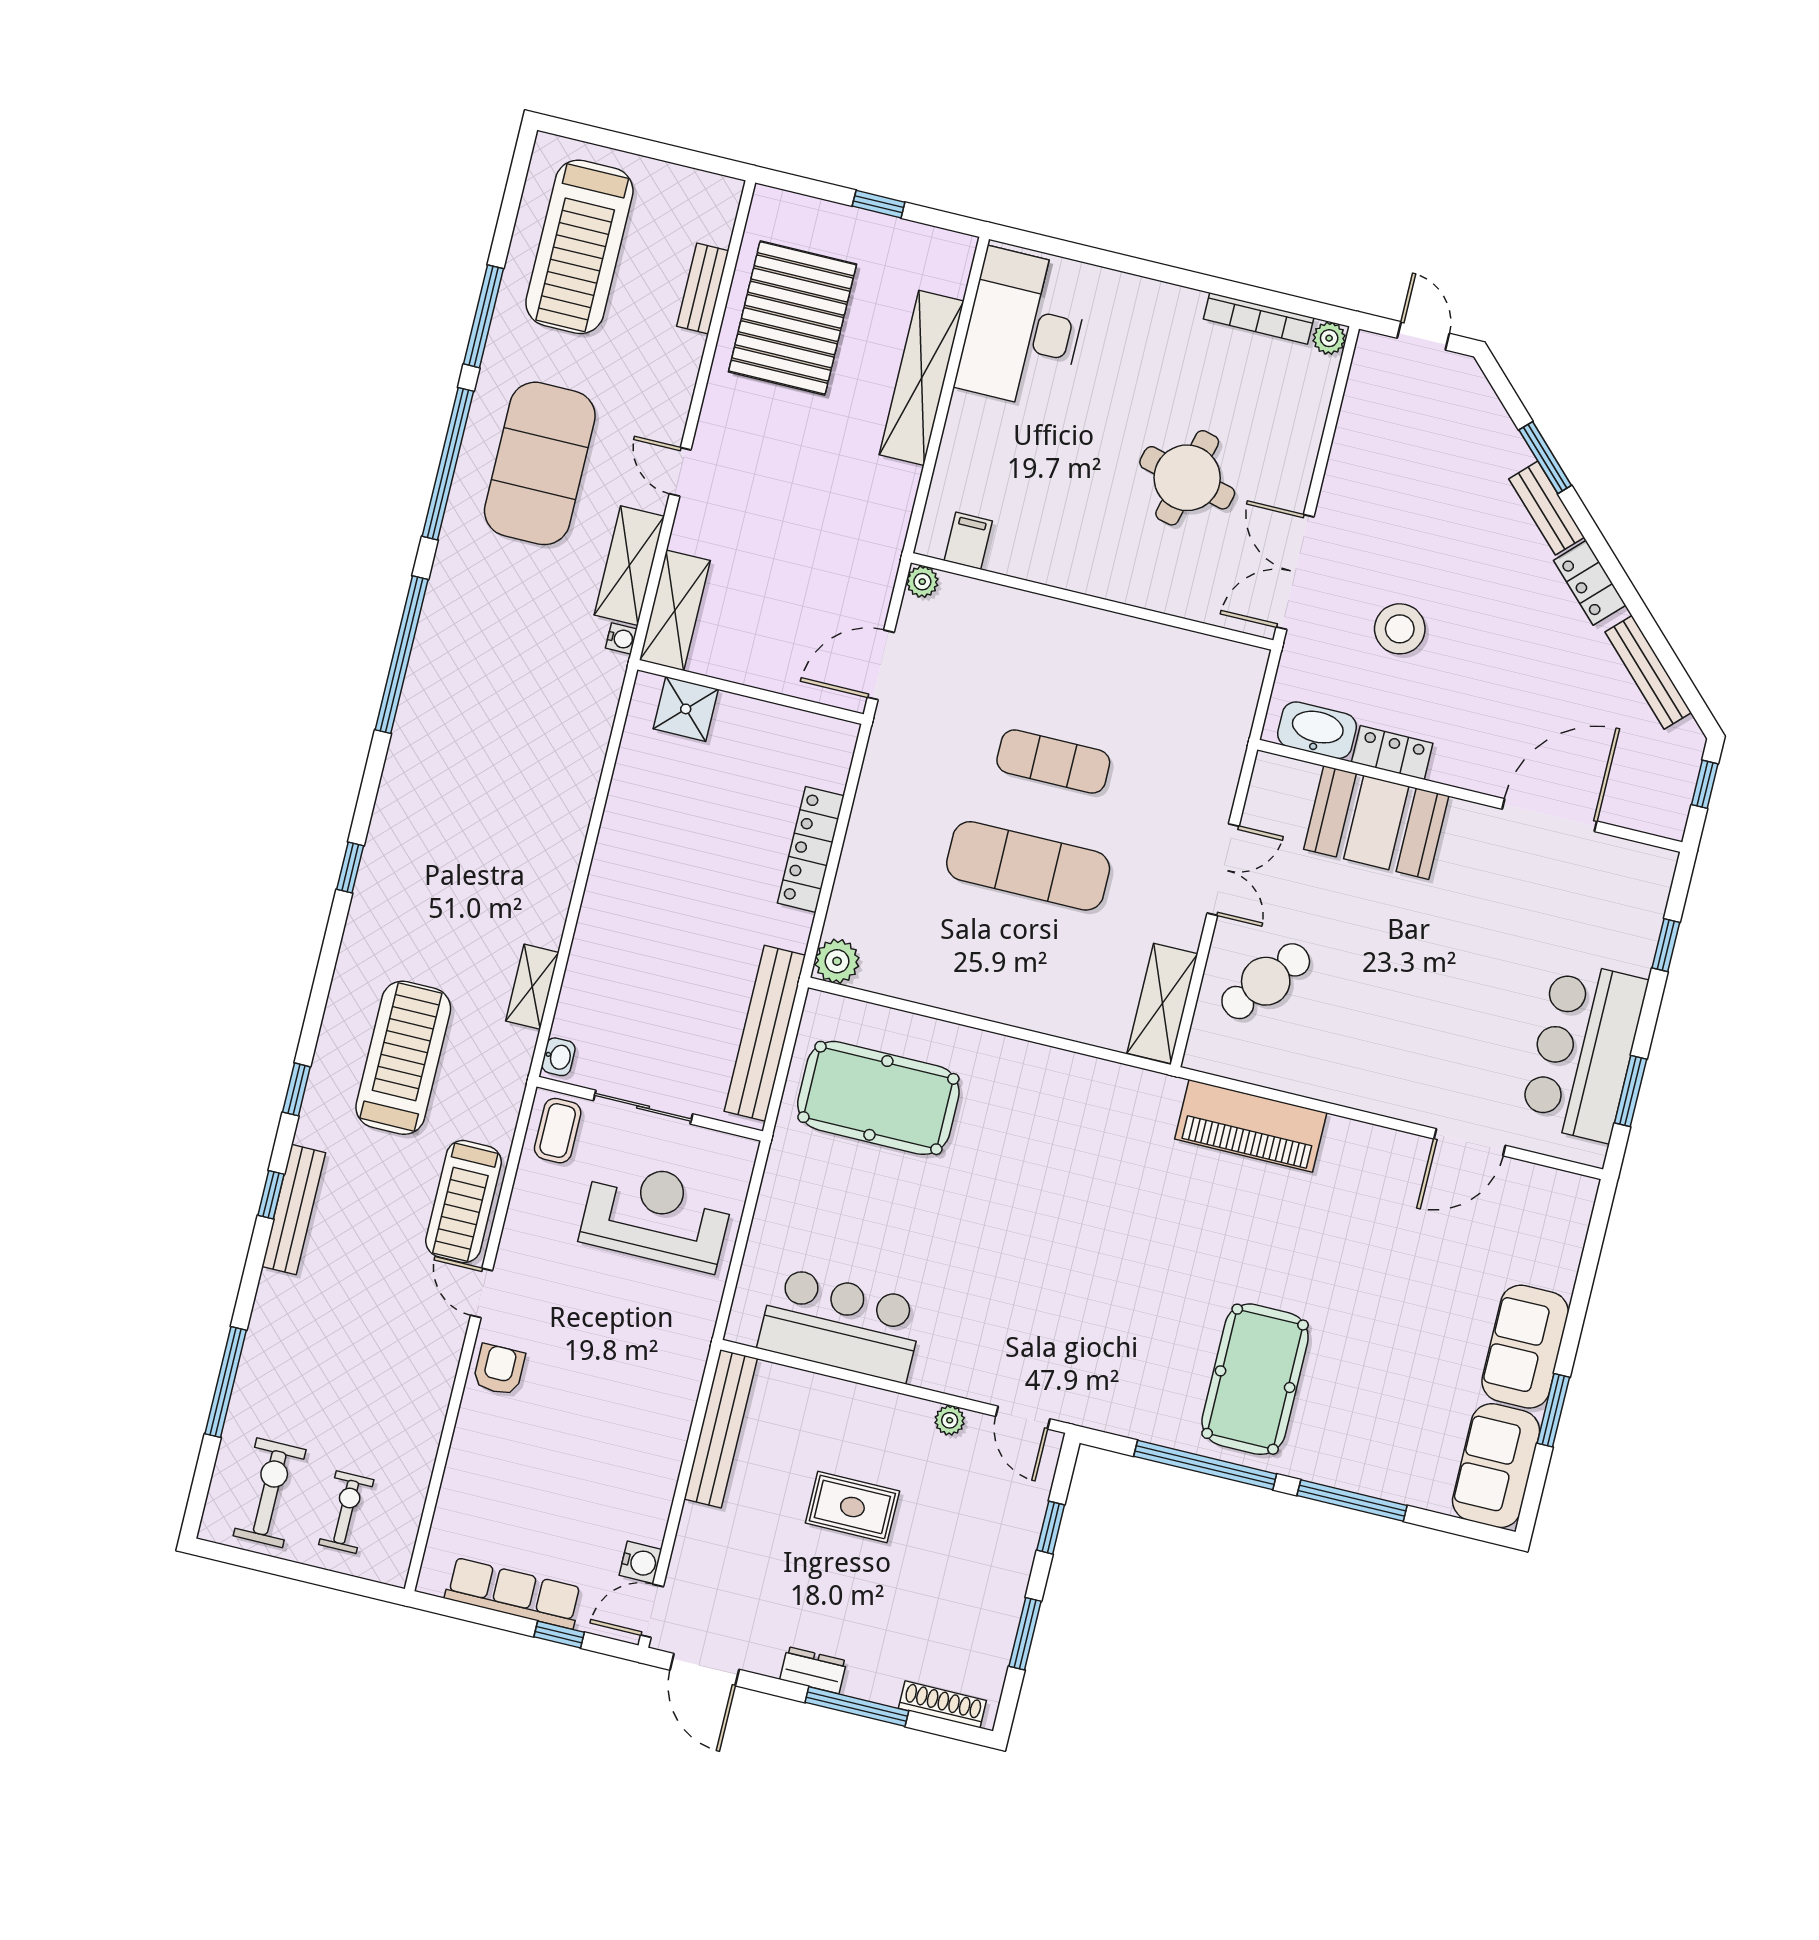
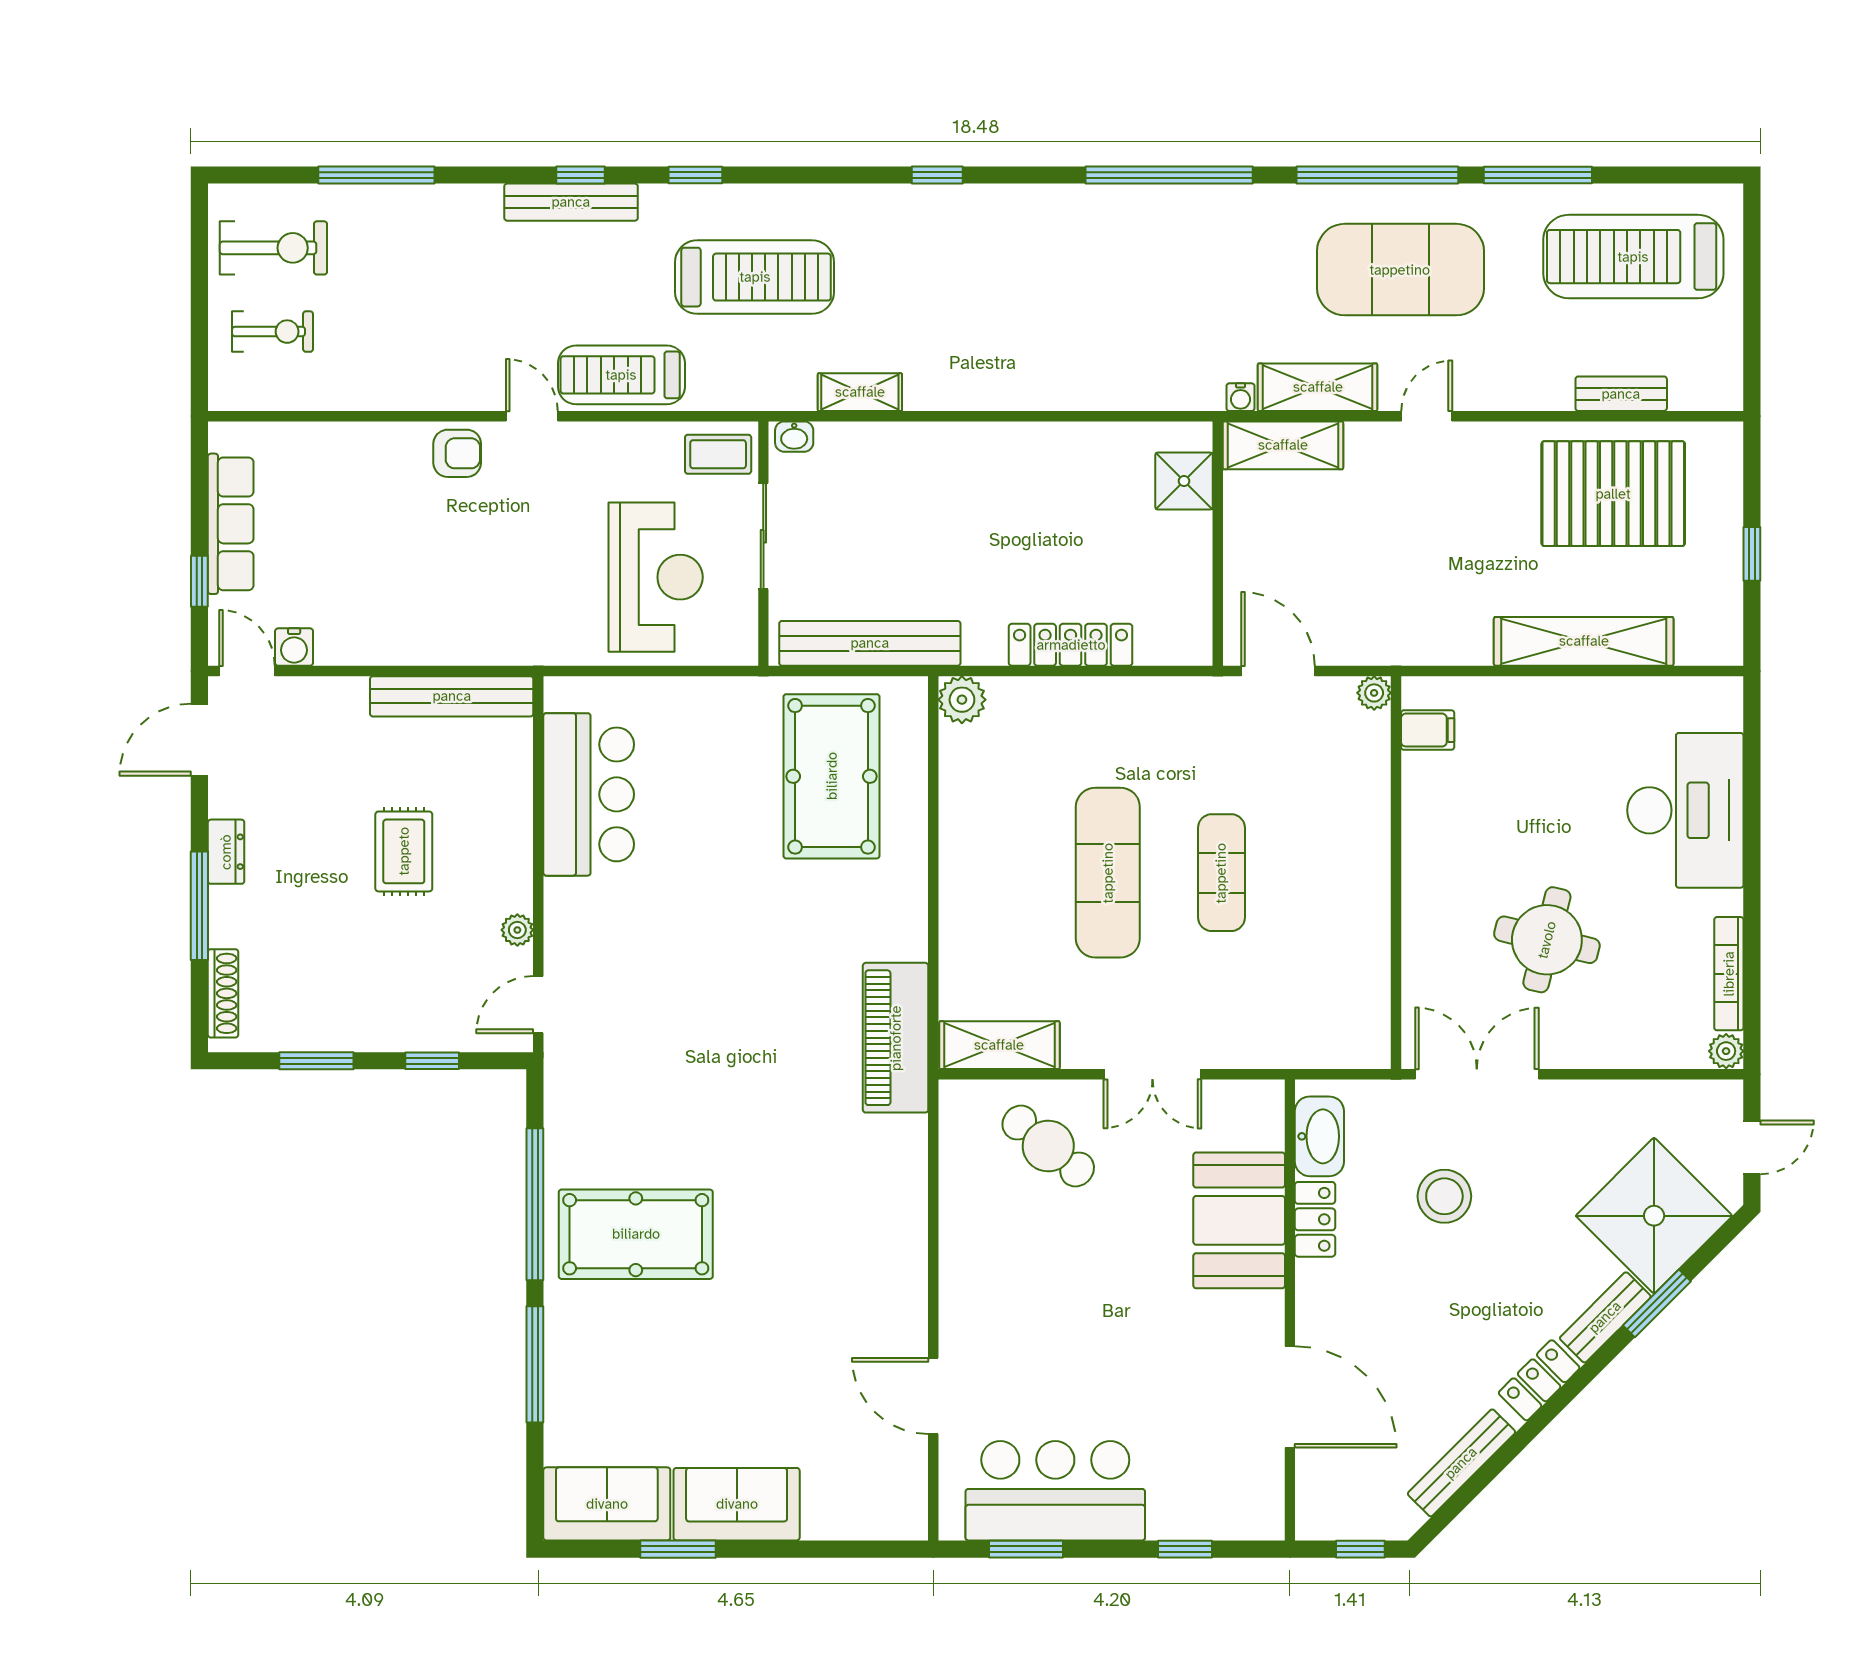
desk: (1023, 329) -> (1685, 810), moved, turned 90
shower: (1464, 441) -> (1654, 1216), added
piano: (1251, 1126) -> (896, 1038), moved
door: (481, 1293) -> (532, 416), hinge flipped

